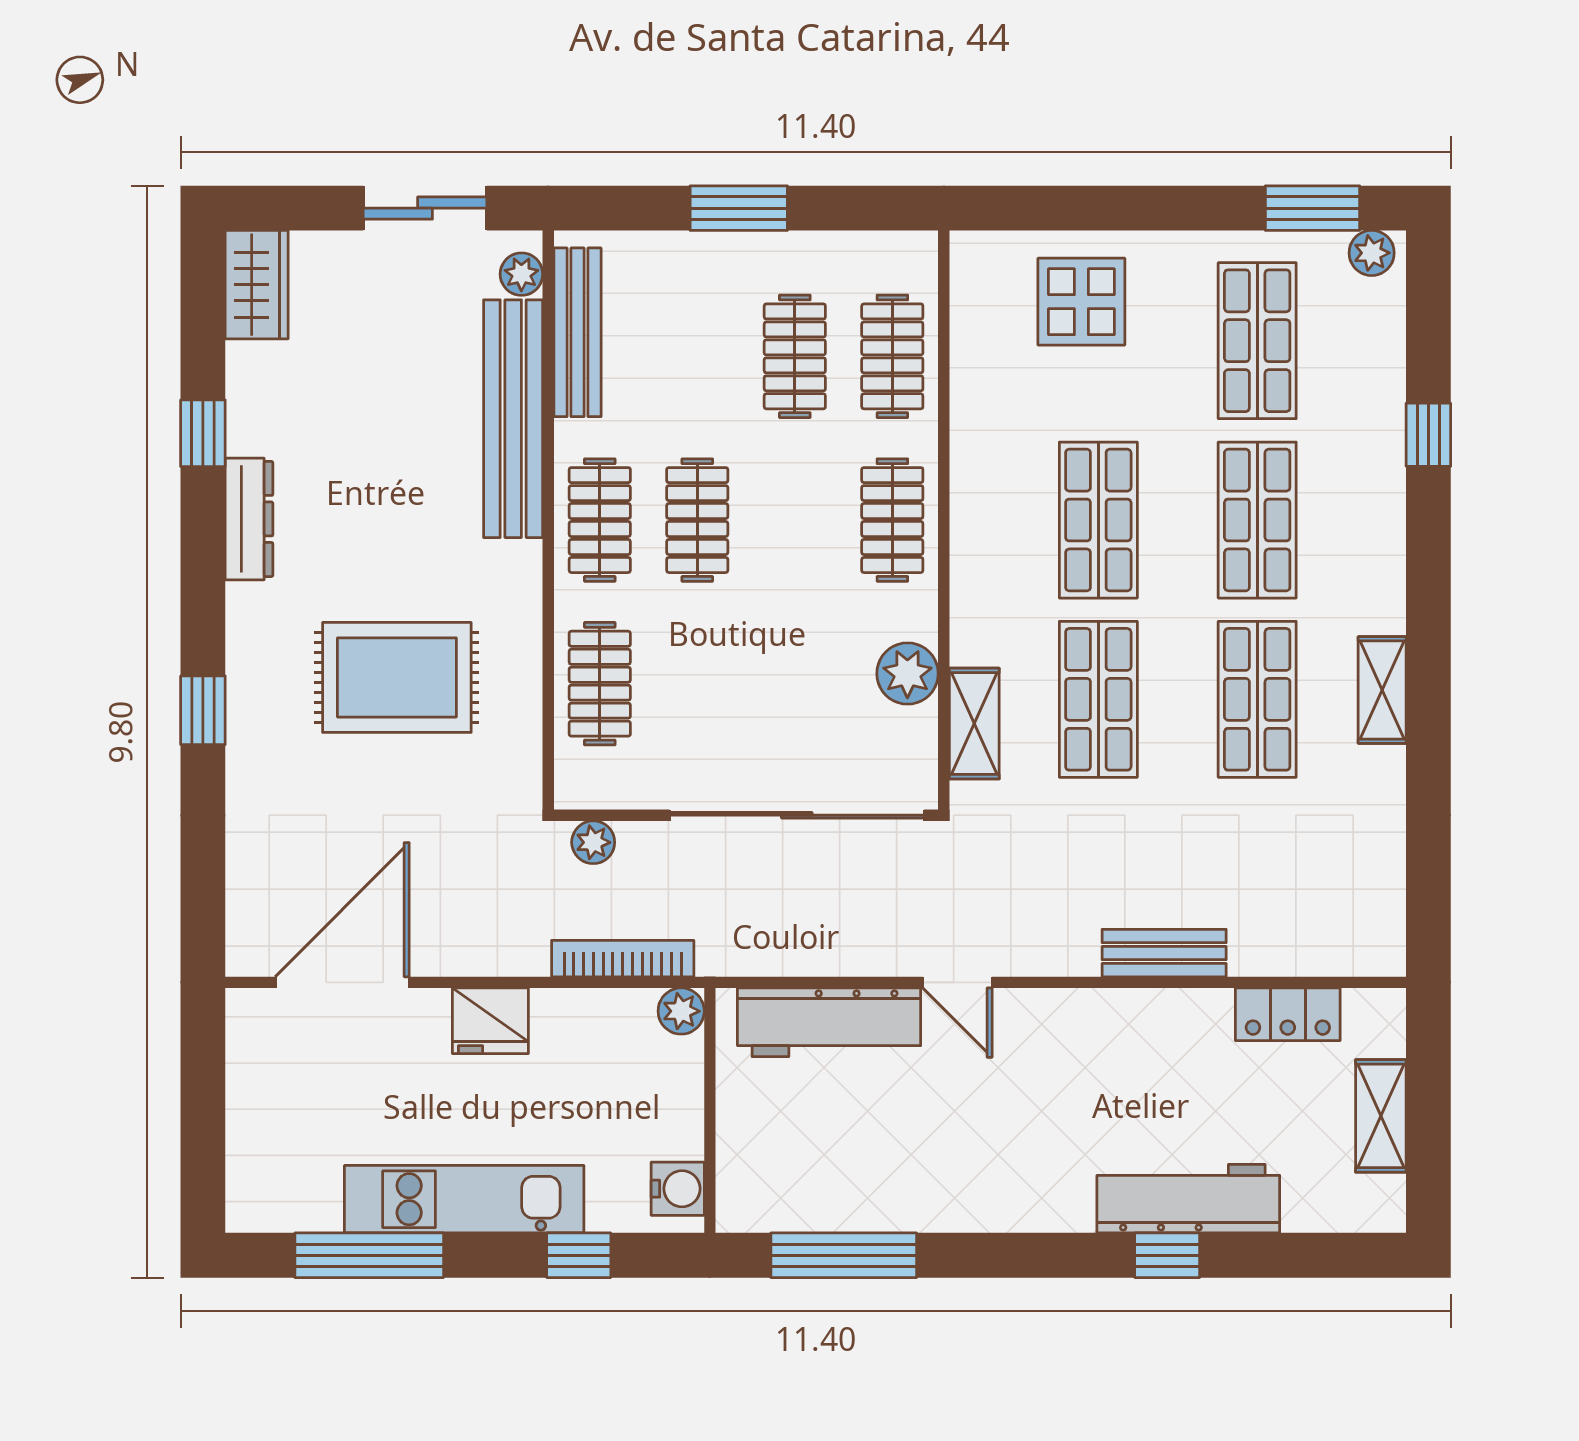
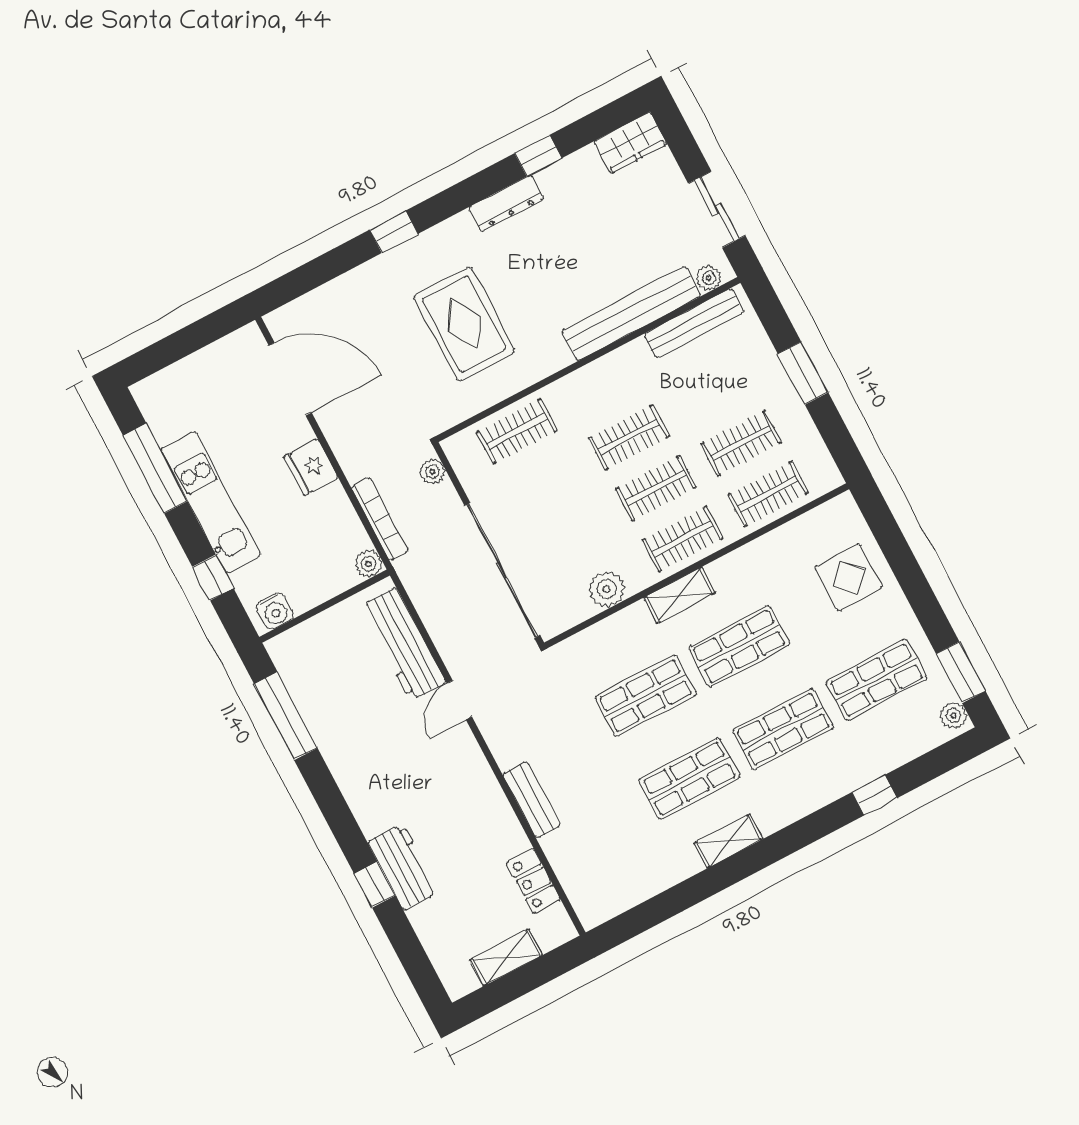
clothes rail: (600, 520) -> (656, 488), moved
shelving: (974, 724) -> (679, 595), moved
workbench: (1188, 1199) -> (403, 867), width x0.73

